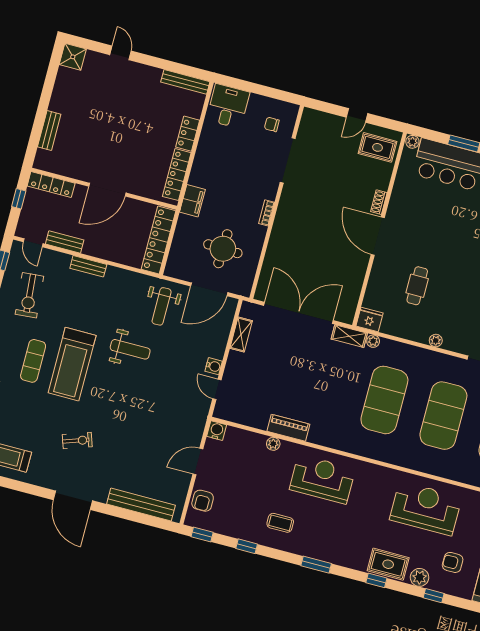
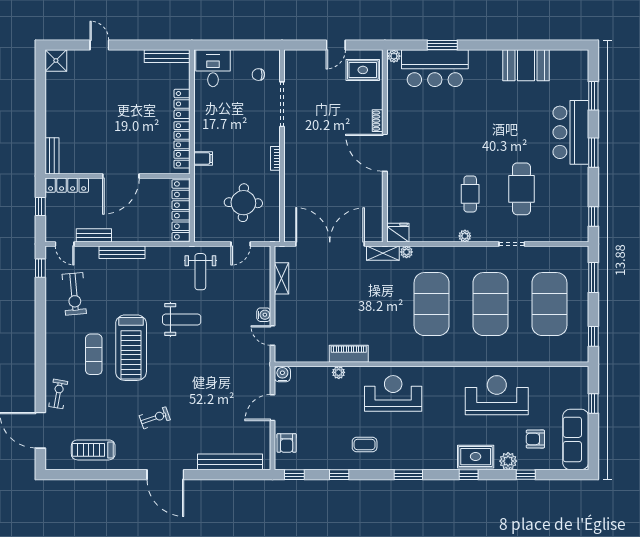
bench: (49, 131) -> (52, 156), moved
filing cabinet: (192, 201) -> (203, 158), width x0.50
bench: (88, 266) -> (122, 252), width x1.36
cafe table: (417, 286) -> (470, 194), moved
door: (209, 289) -> (241, 244), width x0.53

